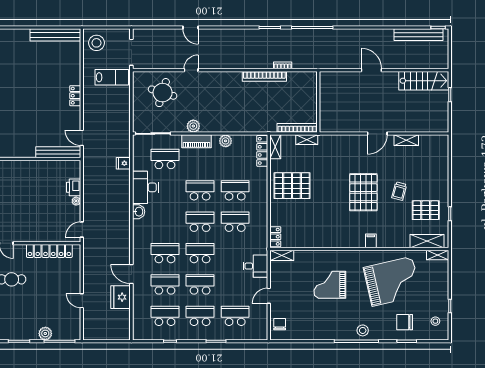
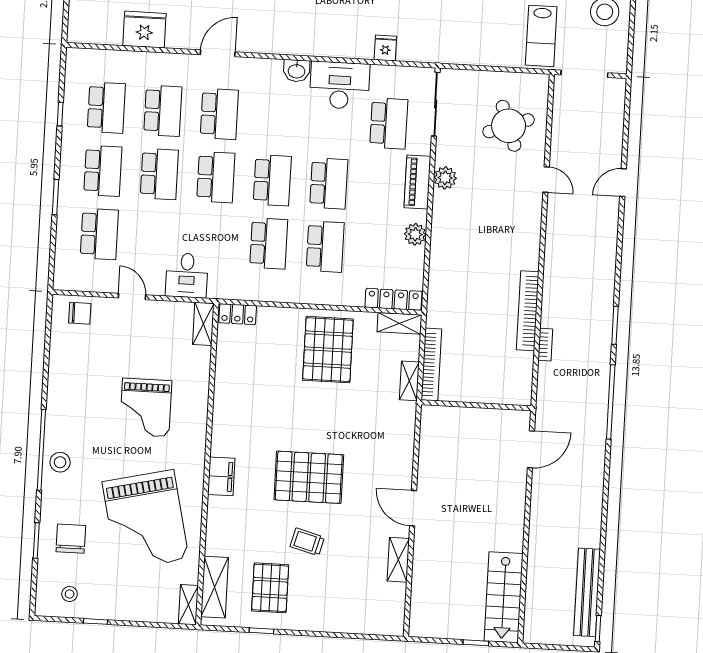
door: (371, 70) -> (531, 449), moved
round table: (163, 93) -> (509, 126), turned -37
filing cabinet: (371, 241) -> (221, 476), width x2.00
door: (131, 274) -> (218, 53), moved
grand piano: (330, 285) -> (146, 408), turned 180

